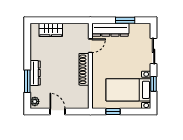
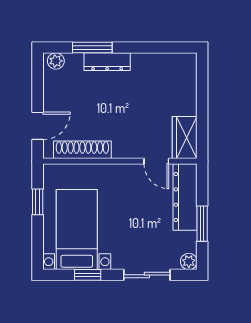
plant: (146, 28) -> (189, 261), added
wardrobe: (51, 30) -> (185, 138), moved
shoe rack: (84, 69) -> (82, 150), moved
door: (57, 112) -> (38, 126), moved

